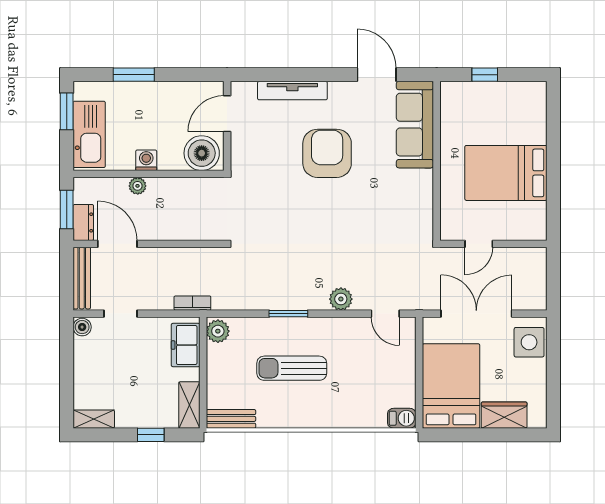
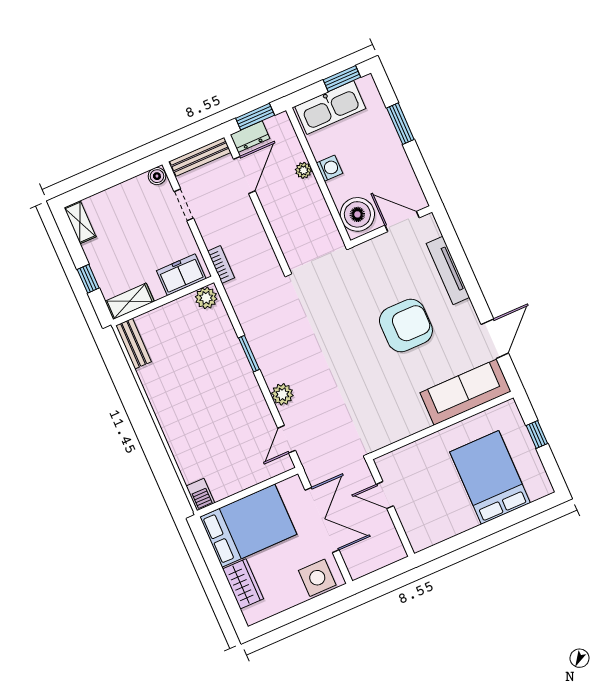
bed: (506, 173) -> (490, 477), moved
sun lounger: (292, 368) -> (202, 378), removed

